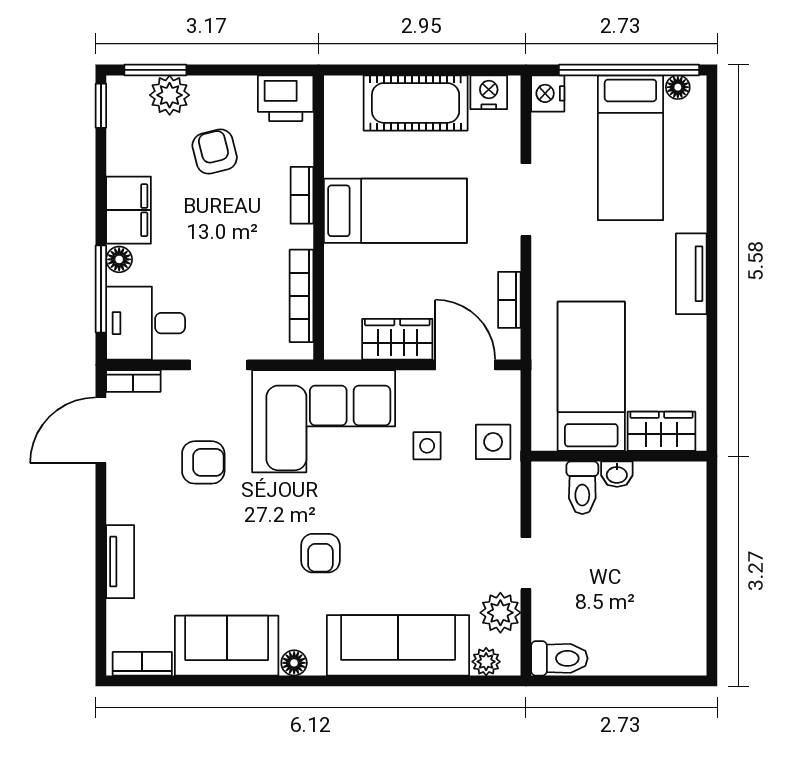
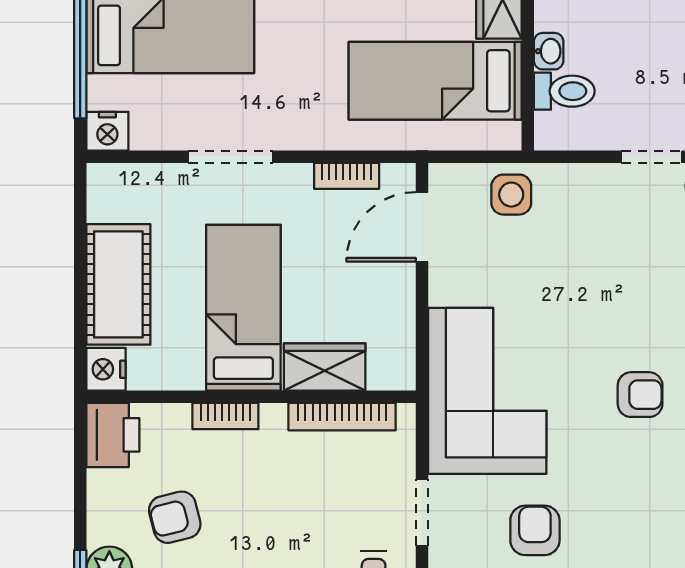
nightstand: (489, 92) -> (106, 369), moved
wardrobe: (397, 339) -> (325, 367), moved, turned 90
side table: (427, 446) -> (516, 271), removed

